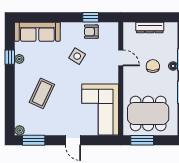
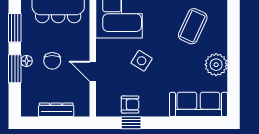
side table: (77, 56) -> (142, 61), moved
window: (10, 57) -> (233, 72), removed
plant: (19, 59) -> (216, 65), width x1.88, depth x1.88

